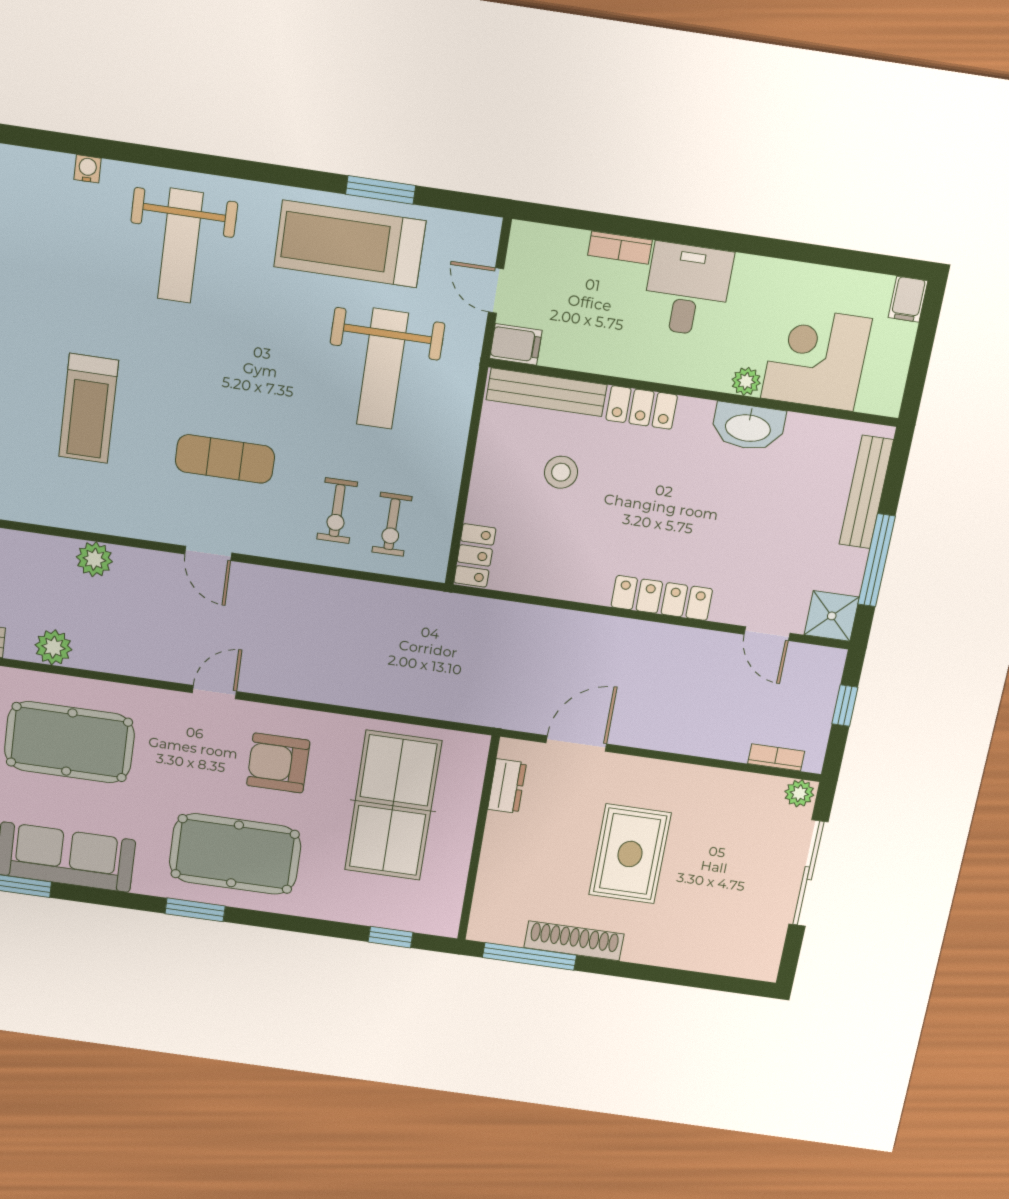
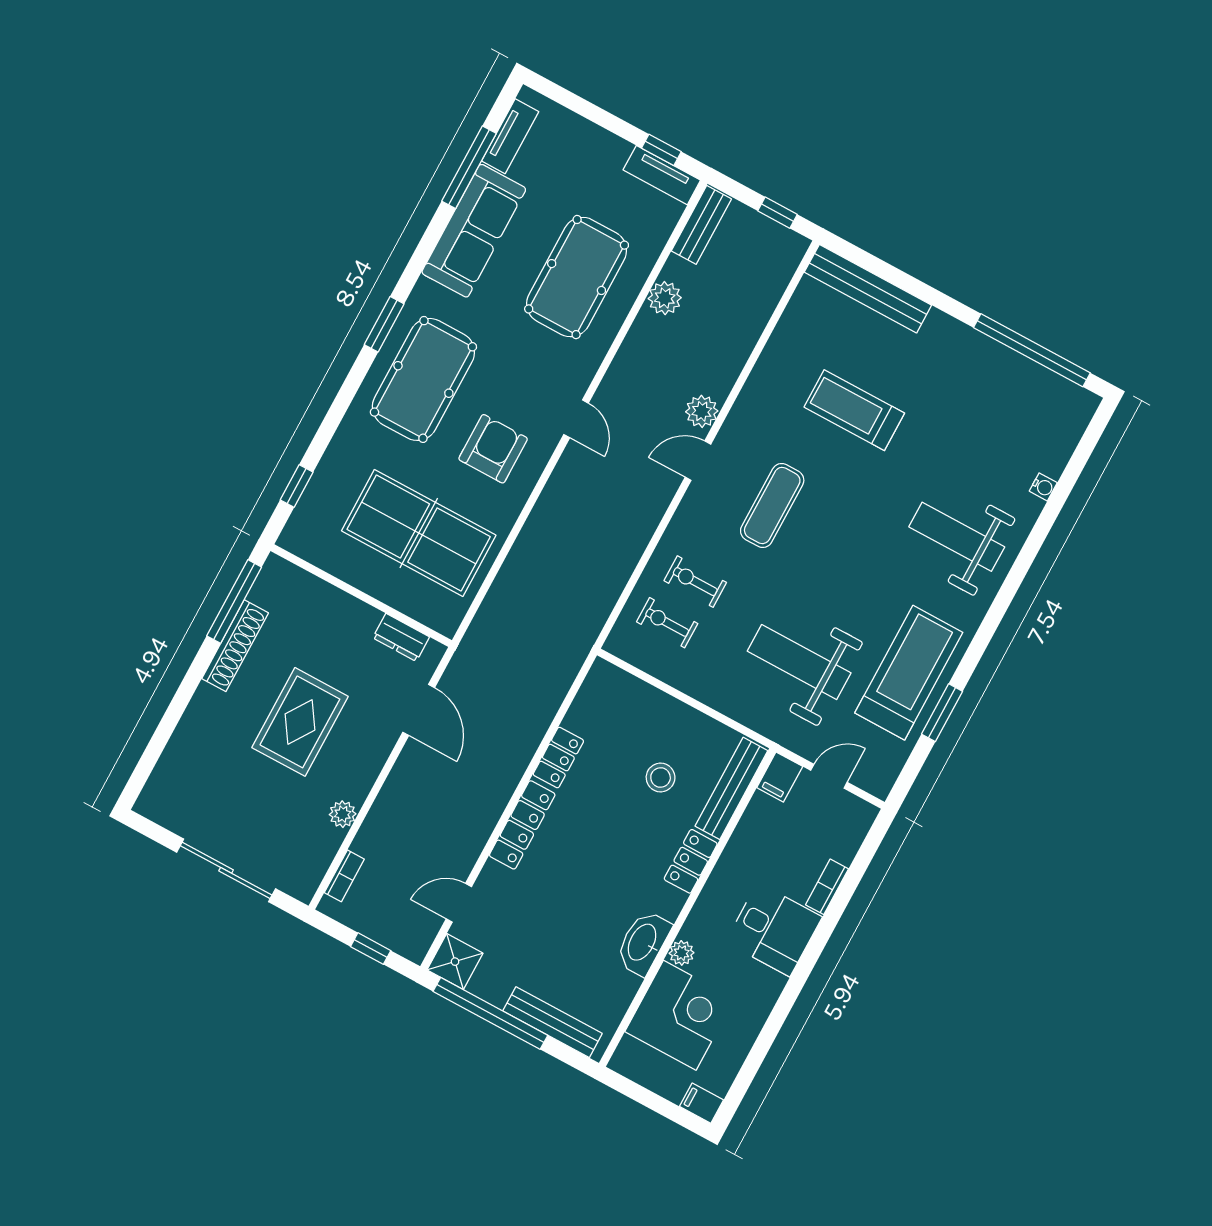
locker: (475, 555) -> (558, 758), moved, turned -90
plant: (94, 559) -> (702, 411), moved
window: (877, 560) -> (490, 1013), width x1.46
plant: (799, 793) -> (343, 814), moved
rug: (630, 854) -> (300, 722), turned 90

